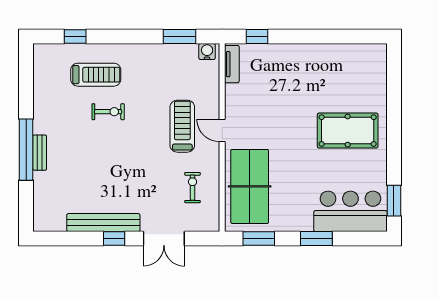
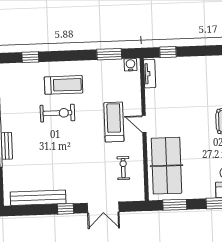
treadmill: (96, 75) -> (64, 85), moved
exercise bike: (108, 112) -> (57, 113), width x1.38, depth x1.39
bench: (103, 223) -> (38, 198), moved

